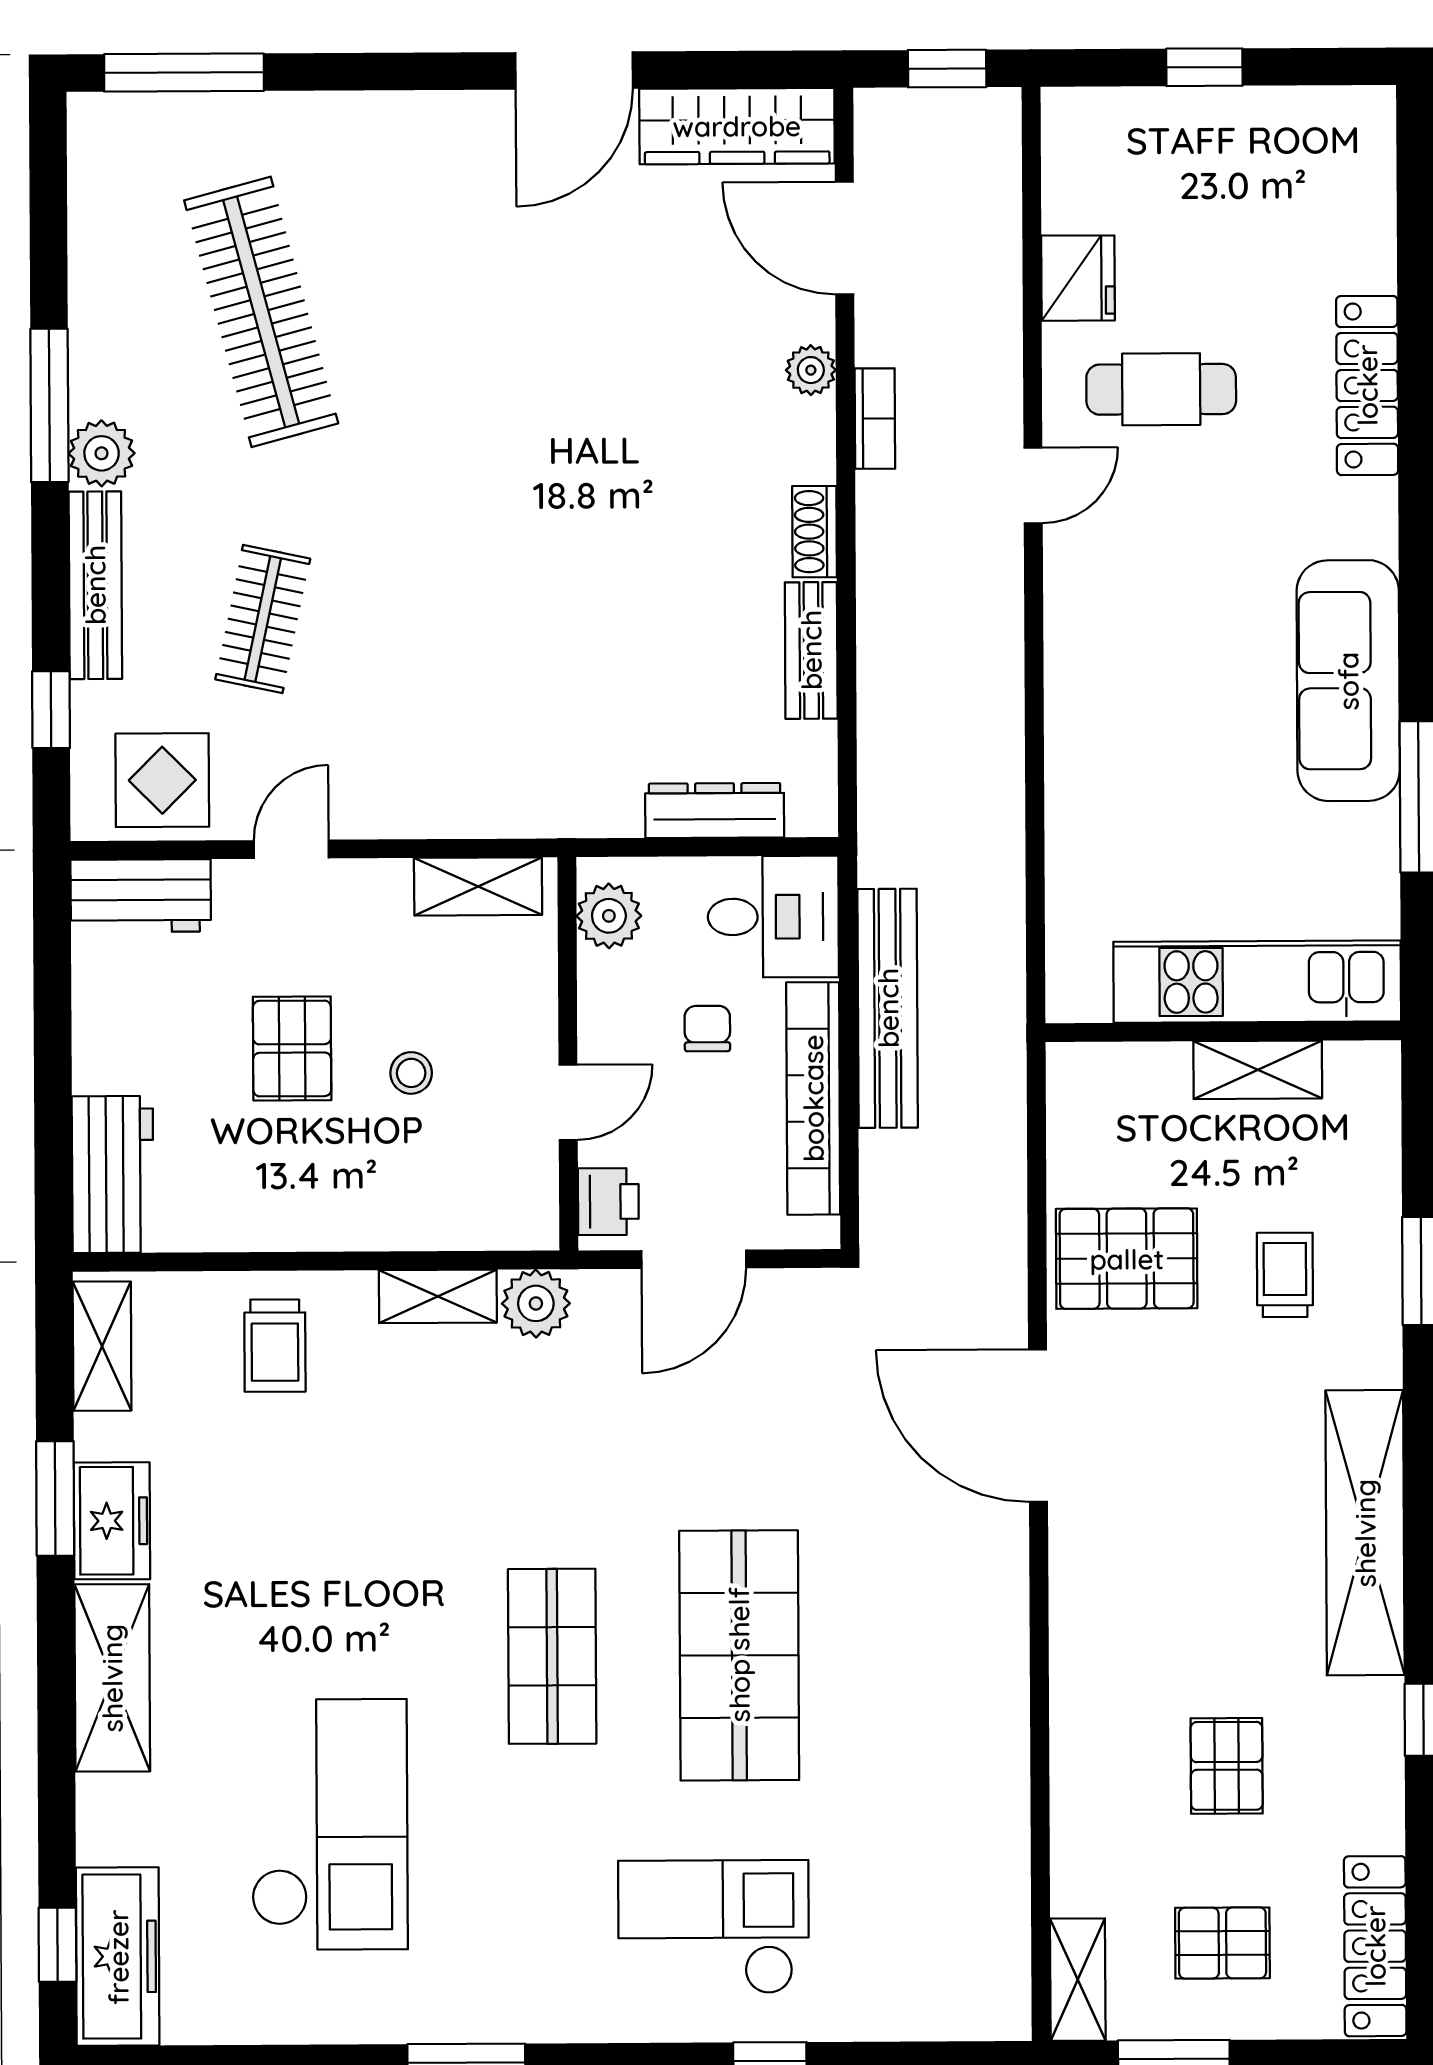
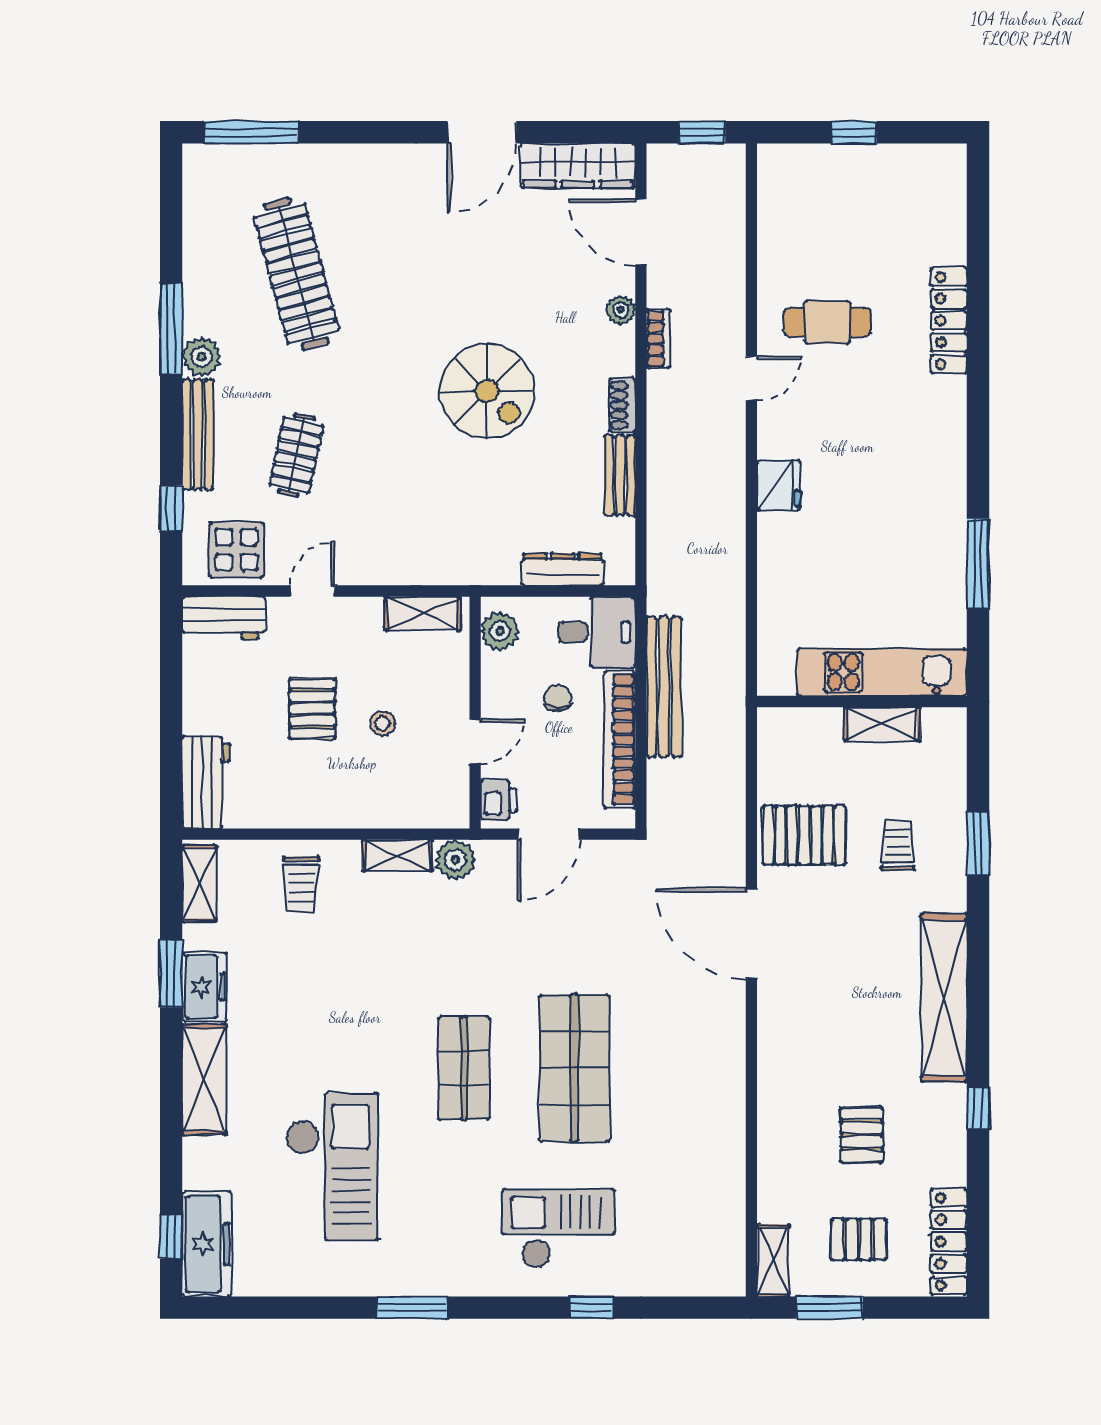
fridge: (1078, 278) -> (779, 485), moved
spiral stairs: (585, 509) -> (487, 391), added
sofa: (1348, 681) -> (937, 495), removed

